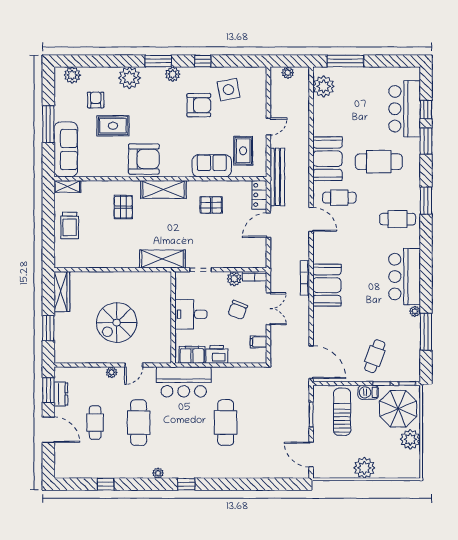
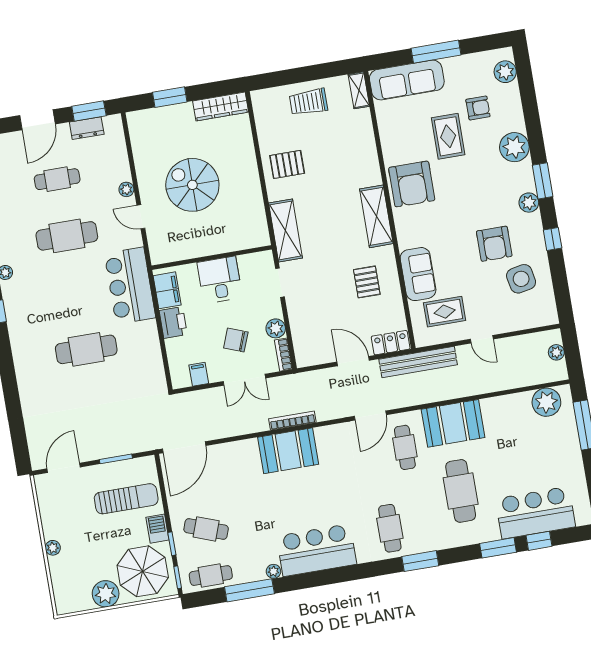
pallet: (123, 207) -> (287, 164), moved
cafe table: (410, 359) -> (211, 576), added
plant: (364, 468) -> (53, 548), width x0.53, depth x0.53

